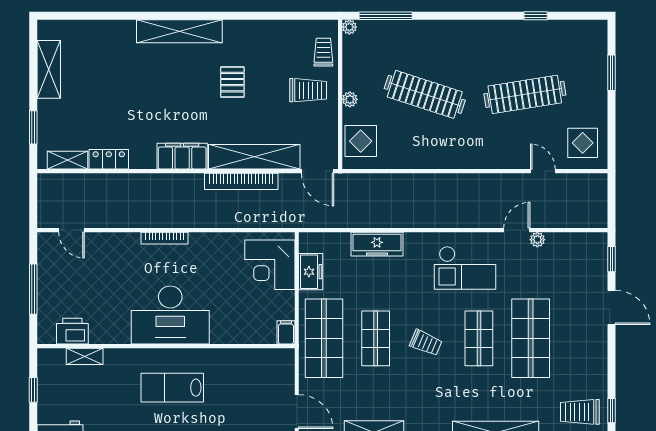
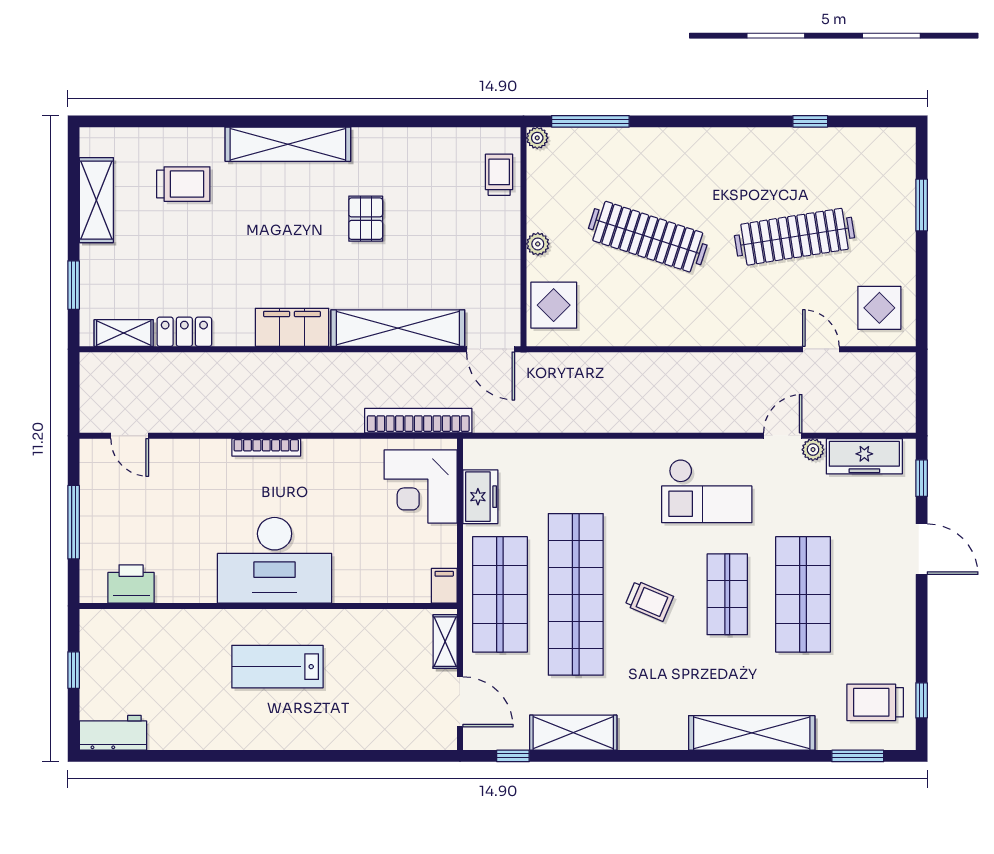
trolley: (308, 90) -> (183, 184), moved
bookcase: (241, 181) -> (418, 421), moved, turned 180
freezer: (377, 244) -> (864, 456), moved
shop shelf: (376, 338) -> (576, 594), width x2.00, depth x1.36
shelving: (85, 356) -> (445, 642), moved, turned 90

